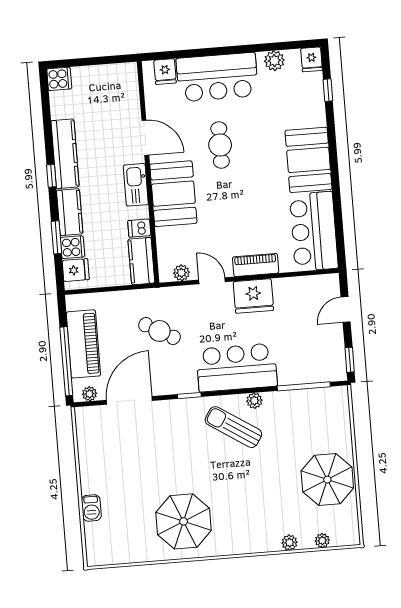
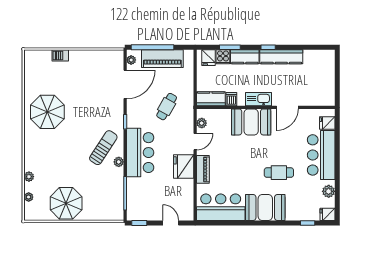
cooker: (59, 79) -> (328, 57), removed
cafe table: (220, 145) -> (279, 173), moved
door: (129, 400) -> (125, 84), hinge flipped

